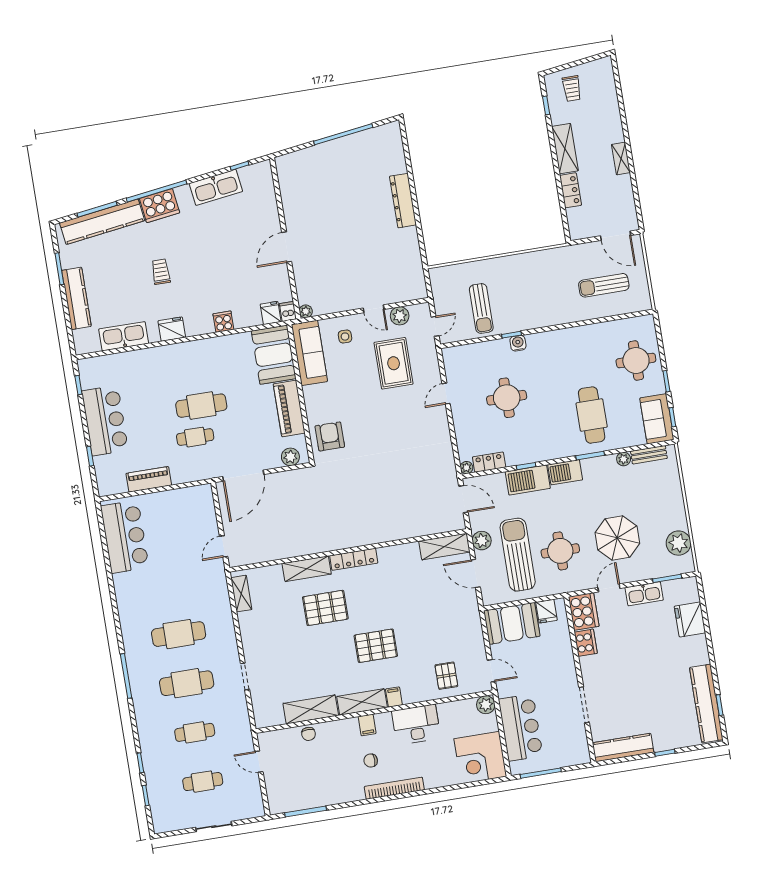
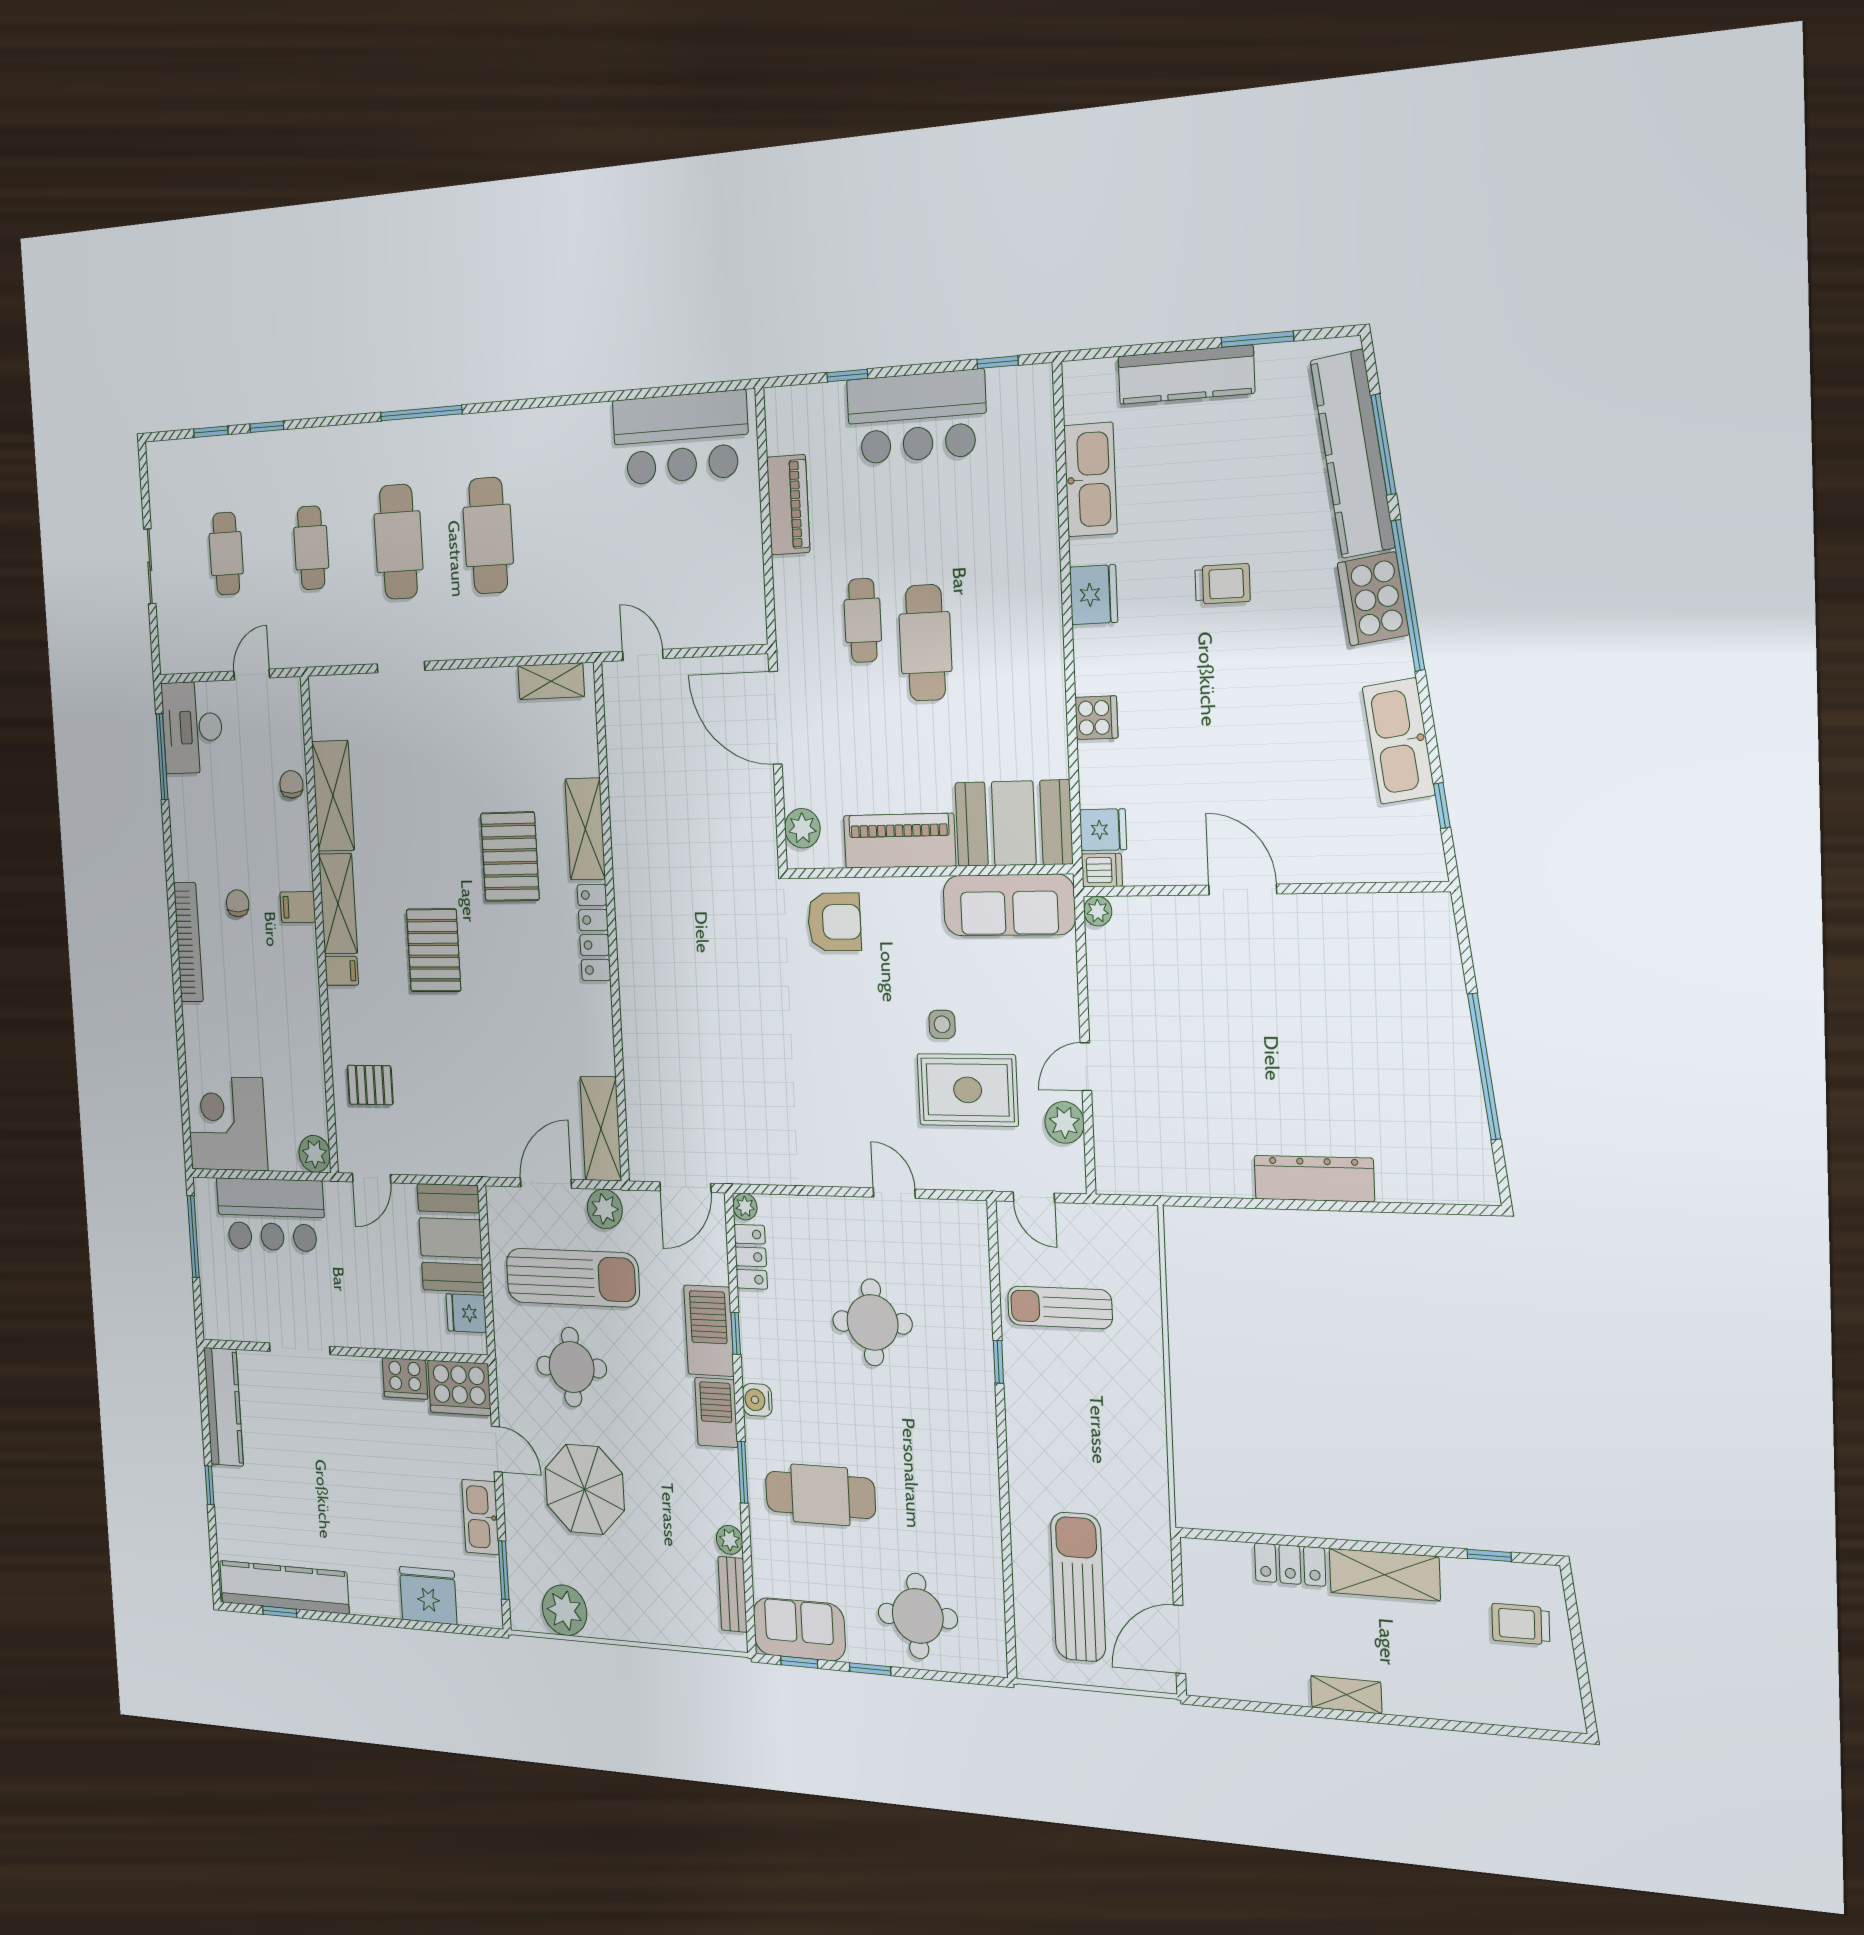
sun lounger: (604, 285) -> (1078, 1587), width x1.36, depth x1.34
side table: (345, 337) -> (942, 1024), moved
water cooler: (518, 343) -> (757, 1400), moved, turned 180
desk: (416, 725) -> (192, 727), moved, turned 180
chair: (309, 734) -> (291, 784), turned 90

